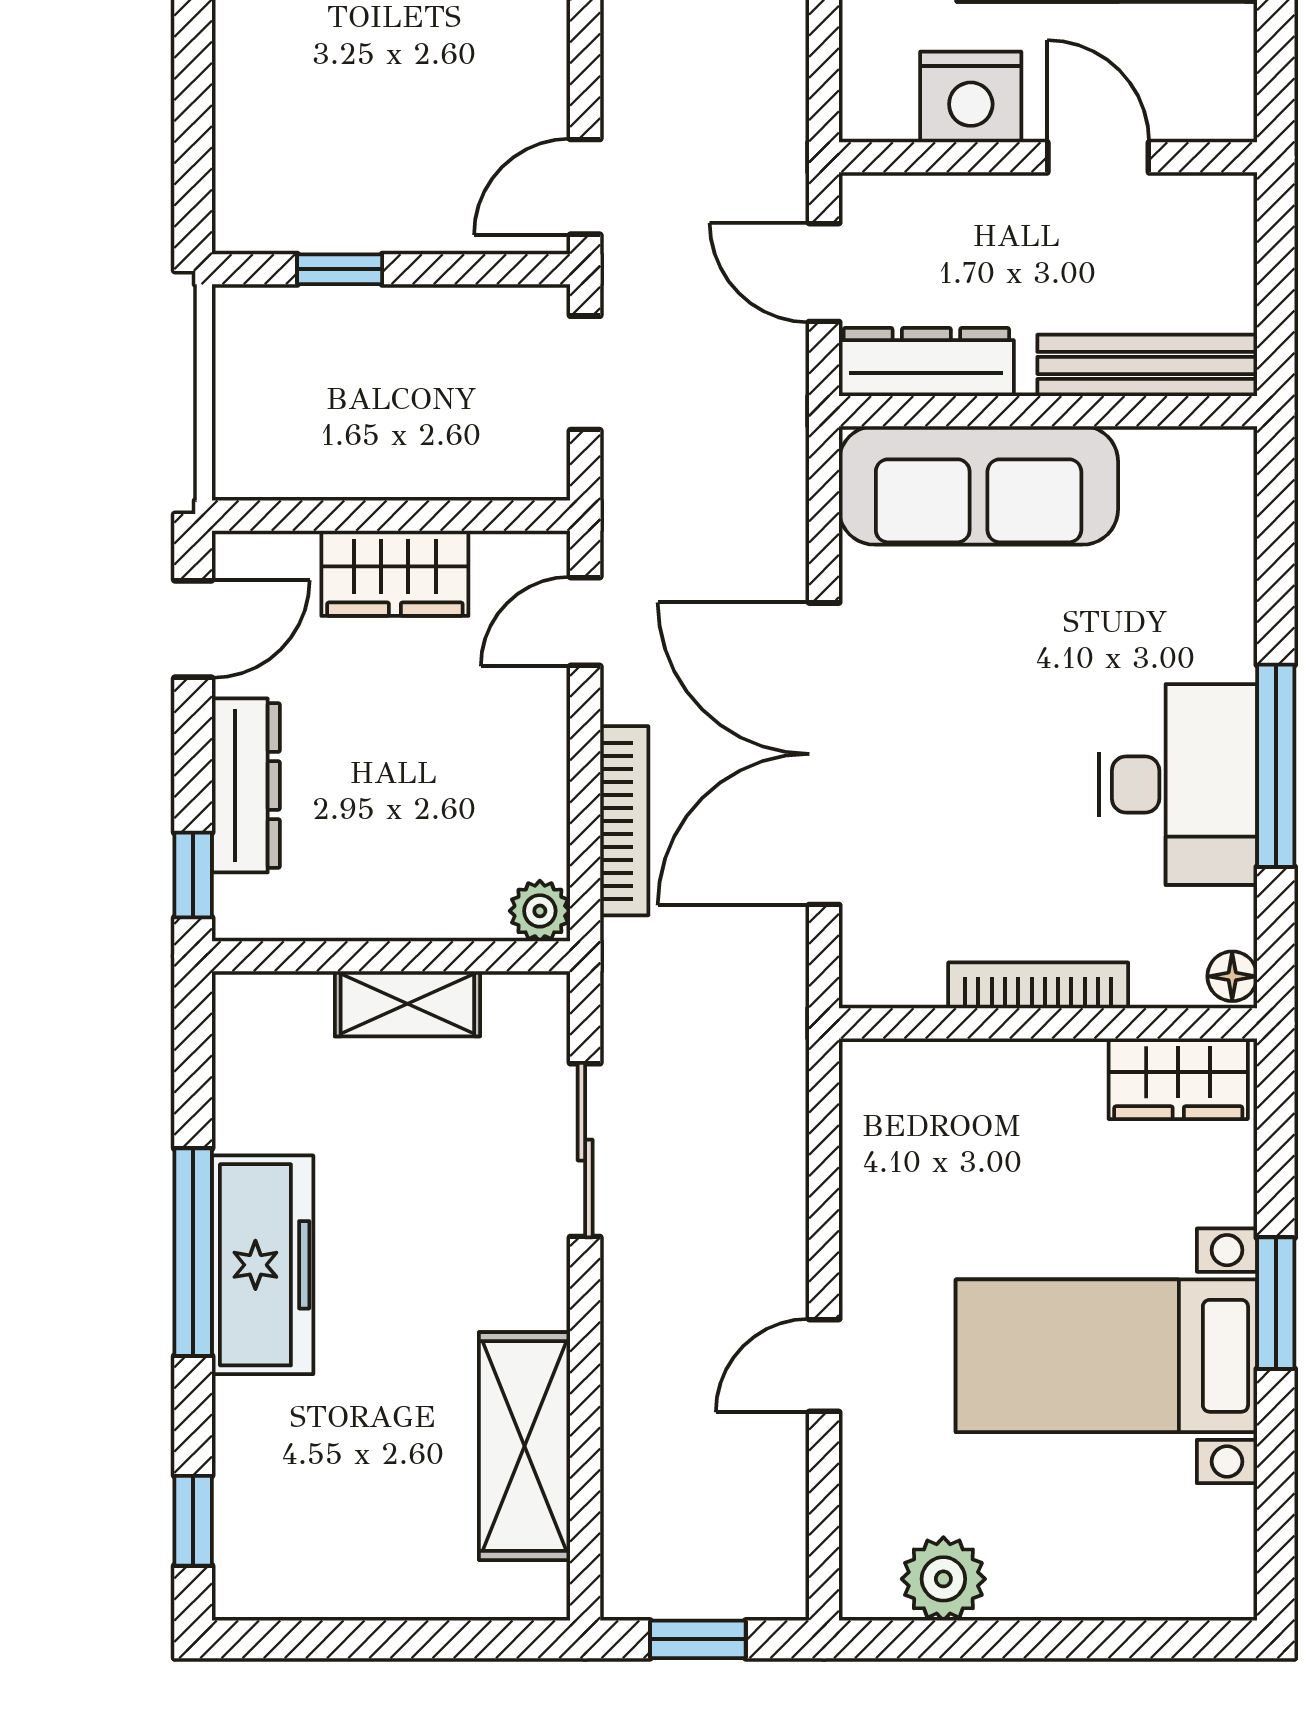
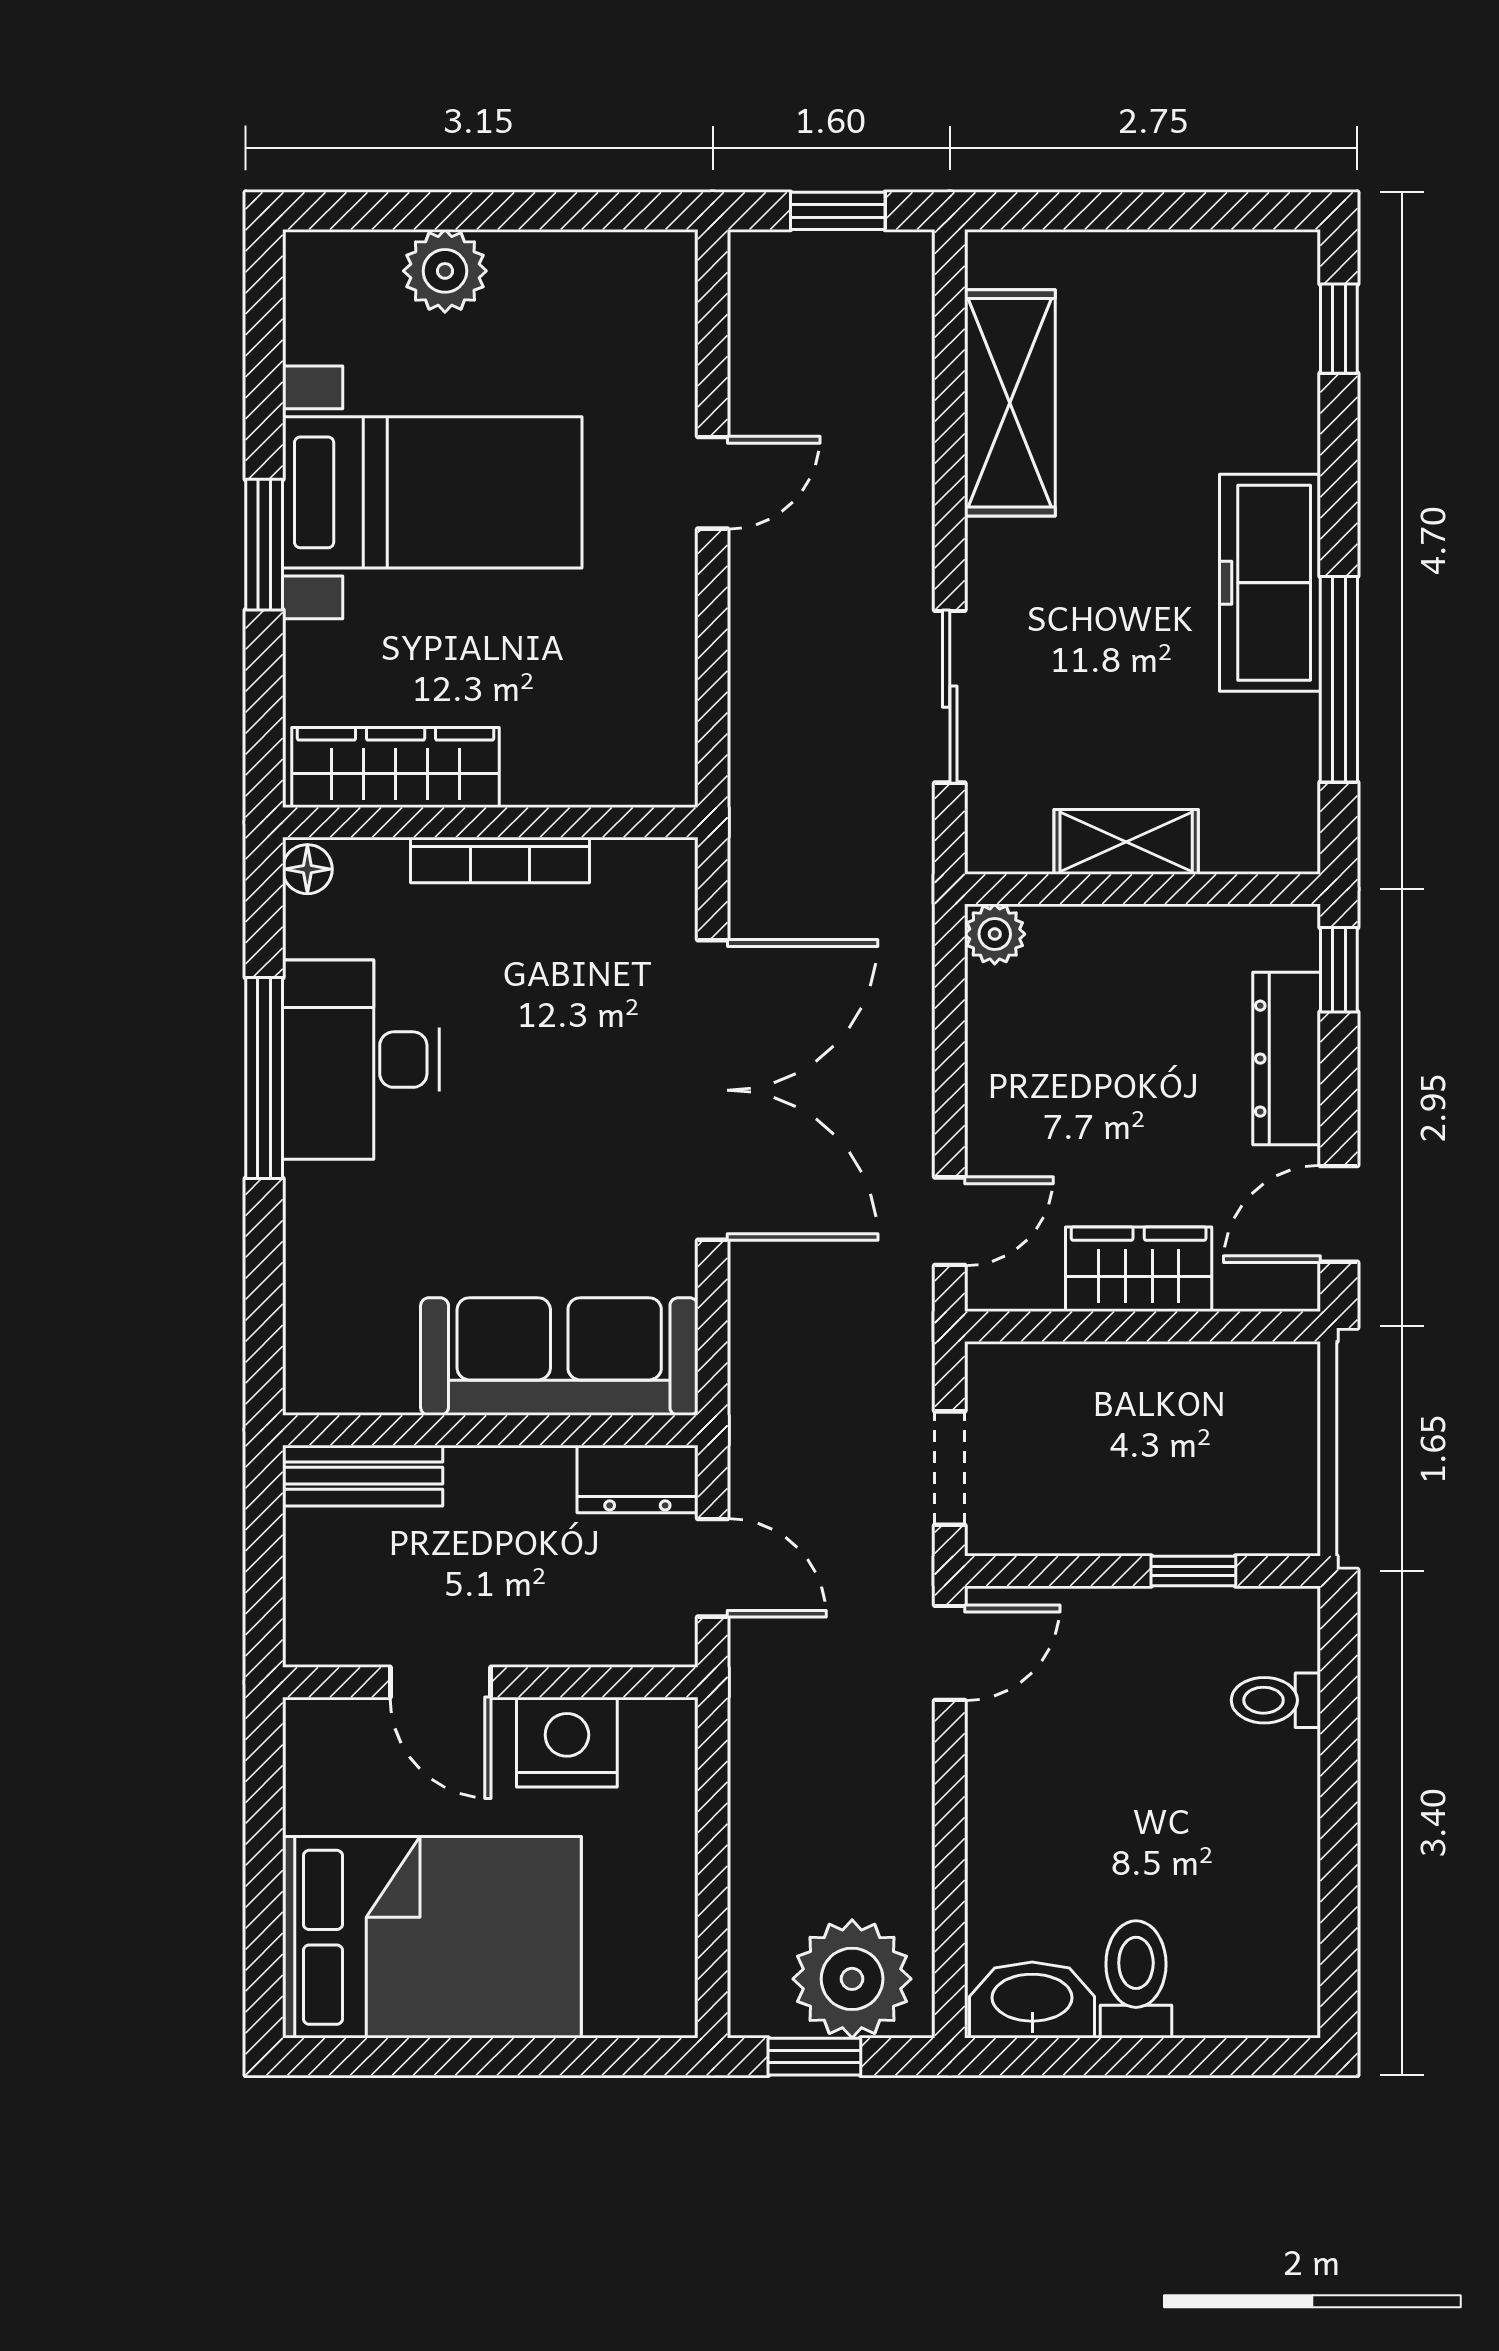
toilet: (257, 139) -> (1276, 1700), added
dresser: (926, 362) -> (637, 1479), width x0.70
bench: (1147, 365) -> (363, 1476), width x0.73
bookcase: (624, 821) -> (911, 1024), removed
wardrobe: (1178, 1079) -> (396, 767), width x1.50
window: (193, 1252) -> (1339, 679), moved
plant: (943, 1579) -> (445, 271), moved

